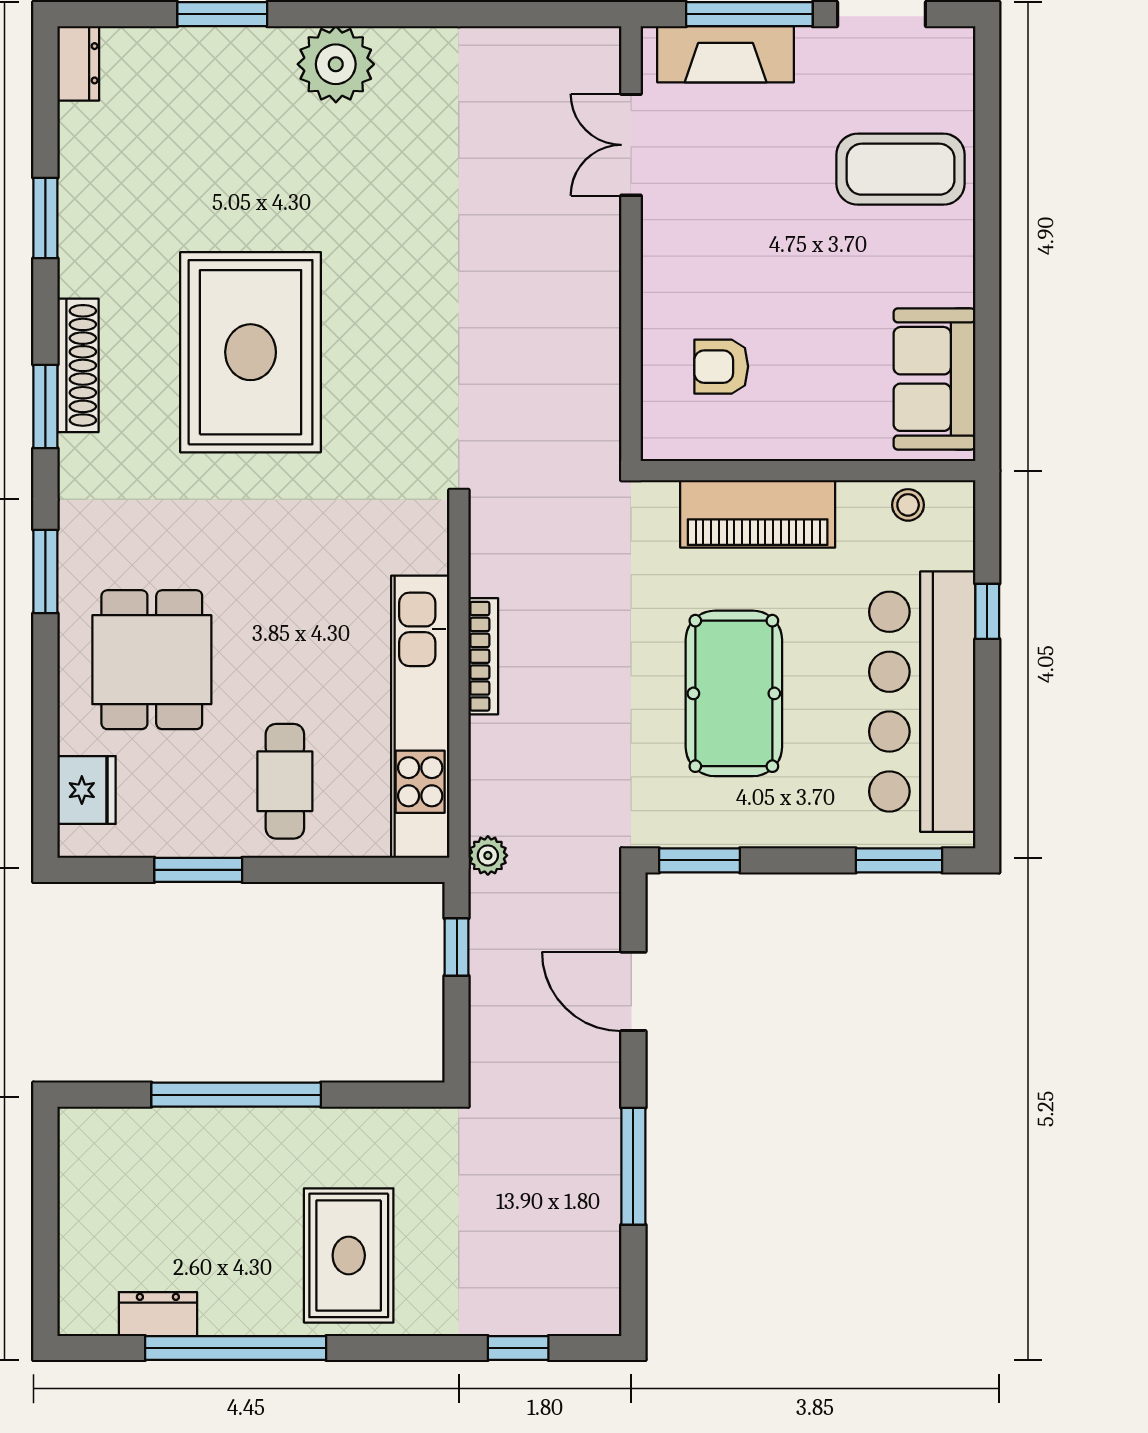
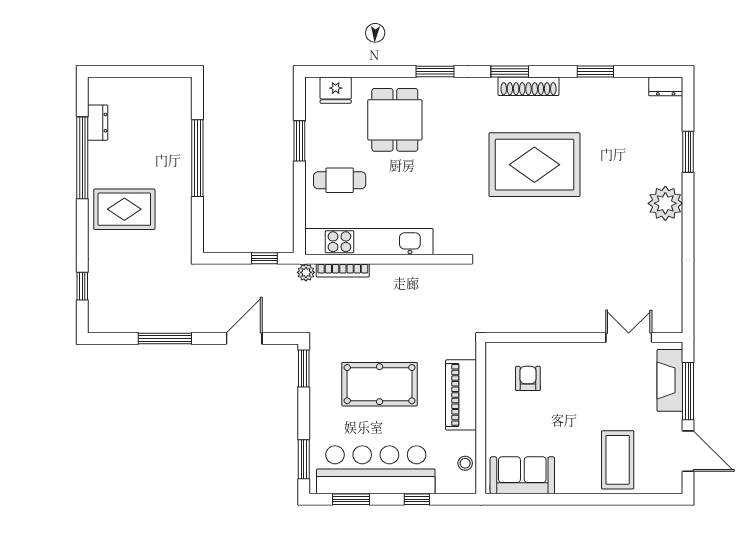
bookcase: (483, 656) -> (343, 270), moved
dining table: (152, 660) -> (395, 120), turned 90
window: (987, 756) -> (351, 499), added

